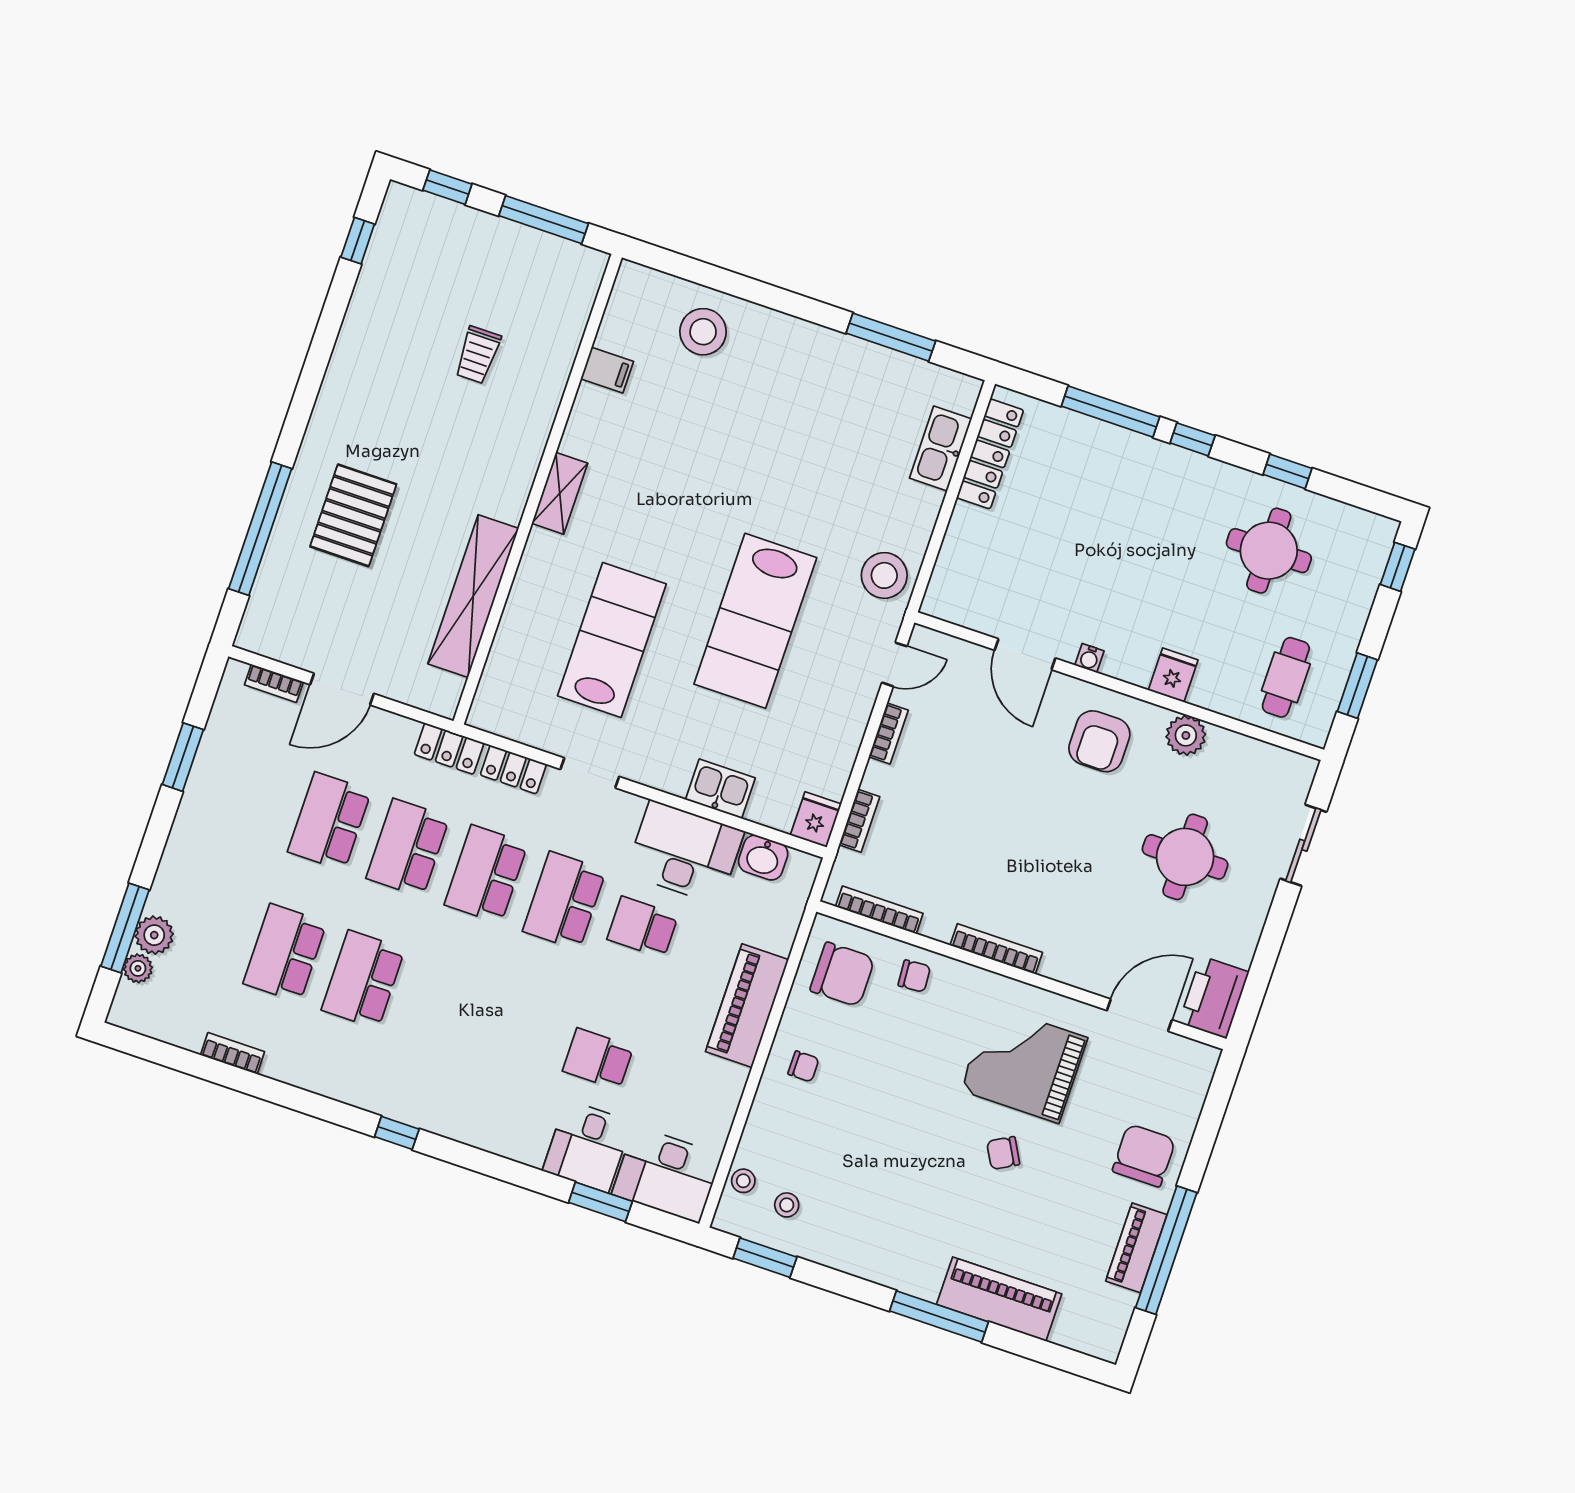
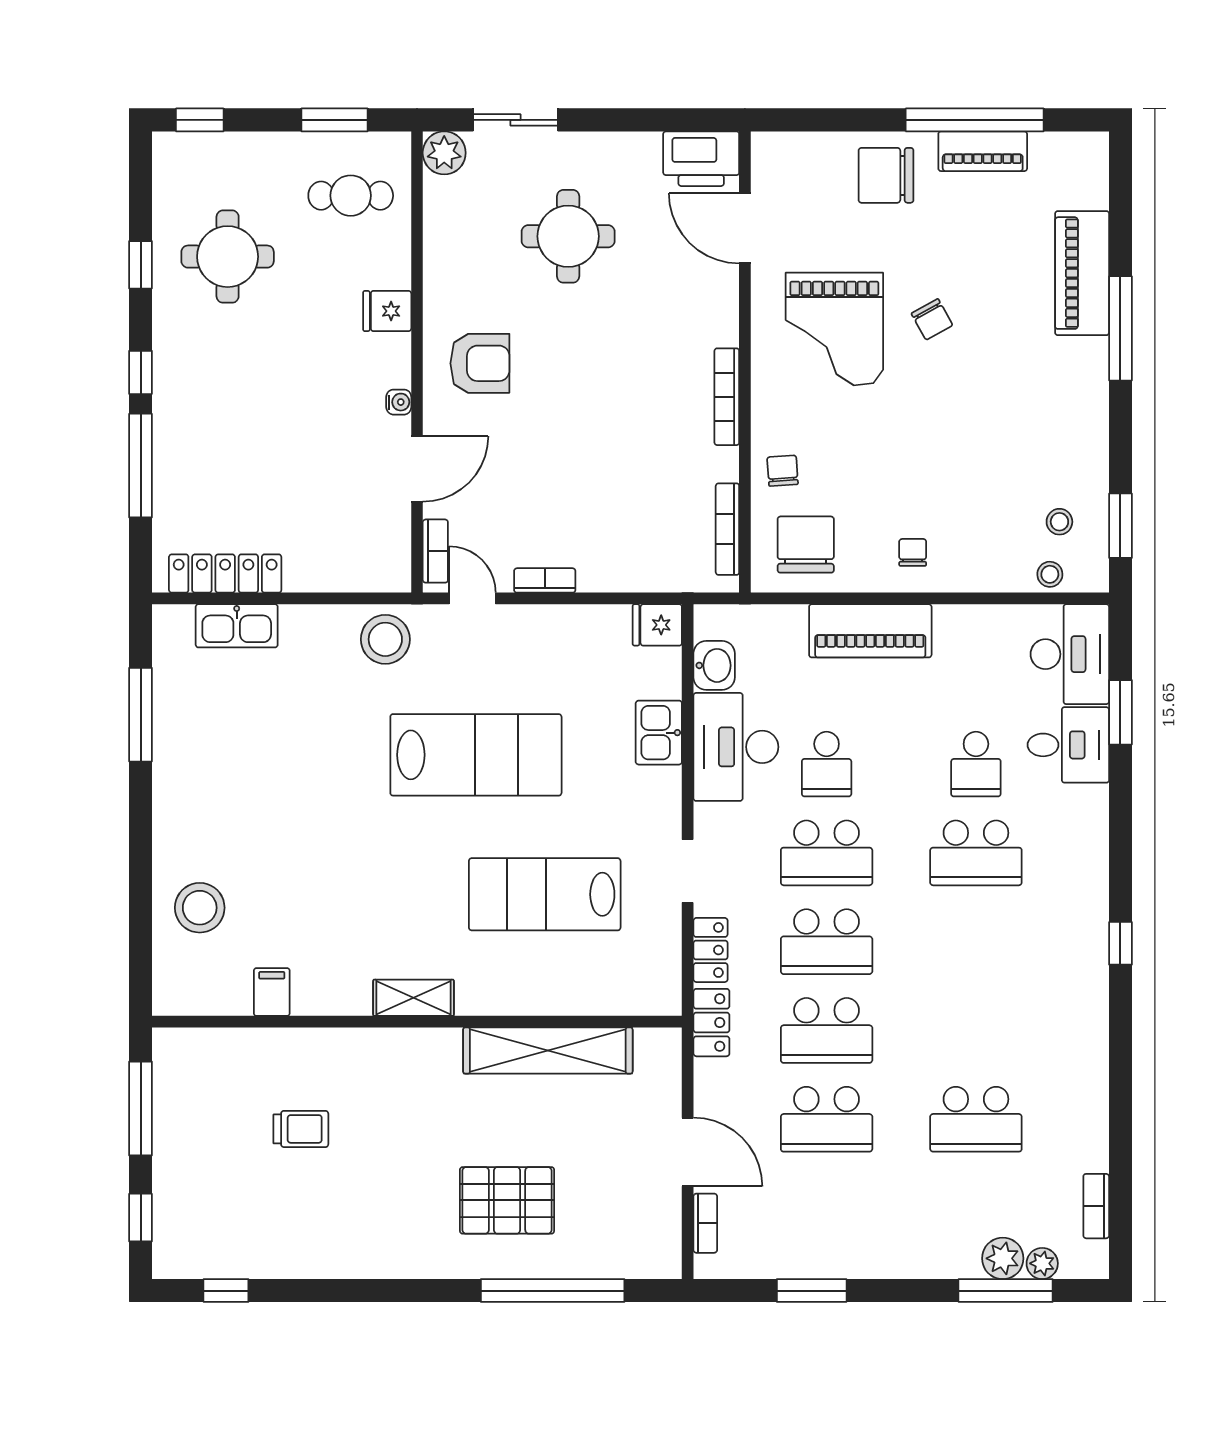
plant: (1186, 735) -> (444, 153), moved
bookcase: (859, 821) -> (435, 551), moved, turned 90
school desk: (363, 980) -> (976, 853), moved
bookcase: (232, 1053) -> (1096, 1206), moved

